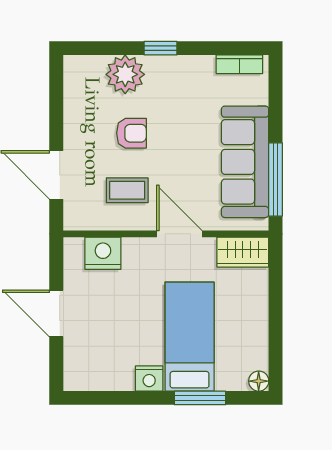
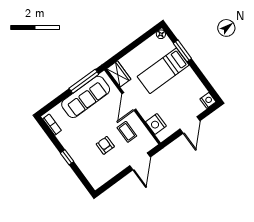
plant: (125, 74) -> (86, 163), removed
nightstand: (149, 379) -> (208, 100), moved

